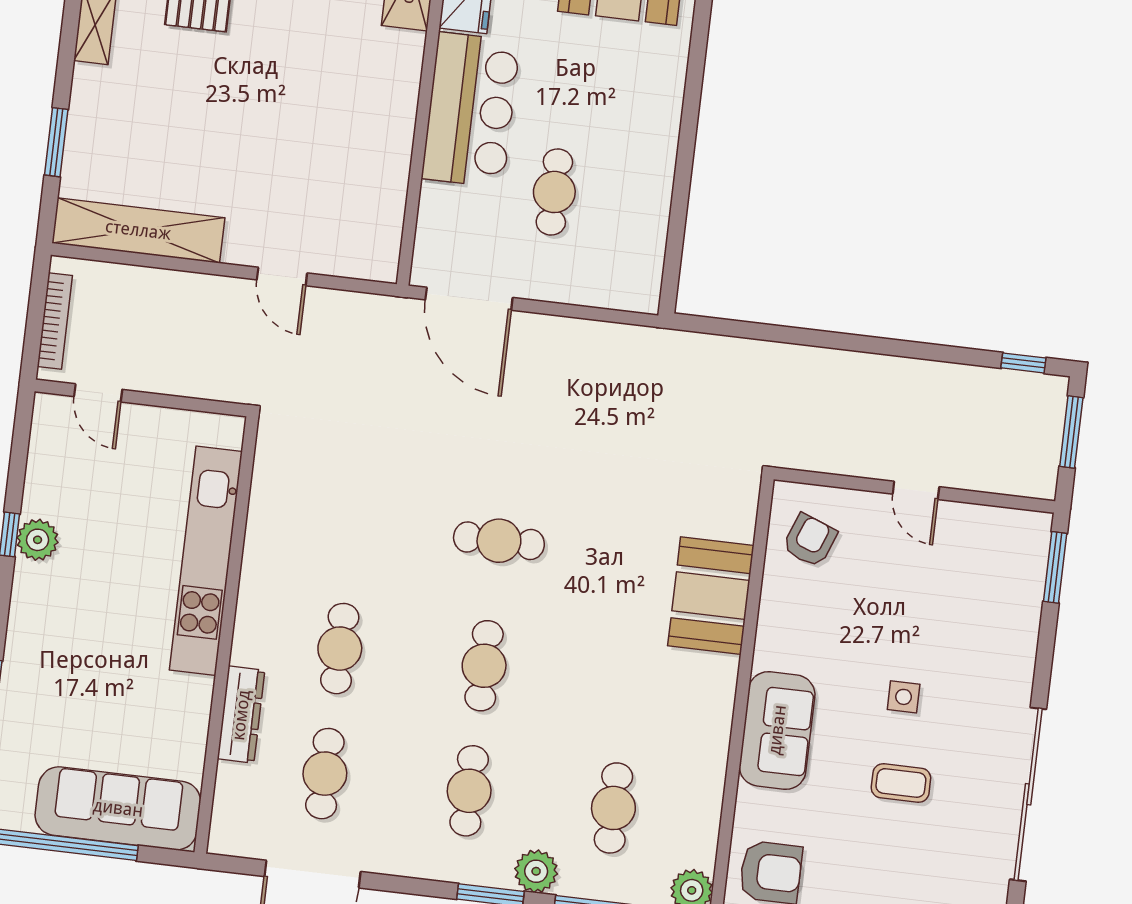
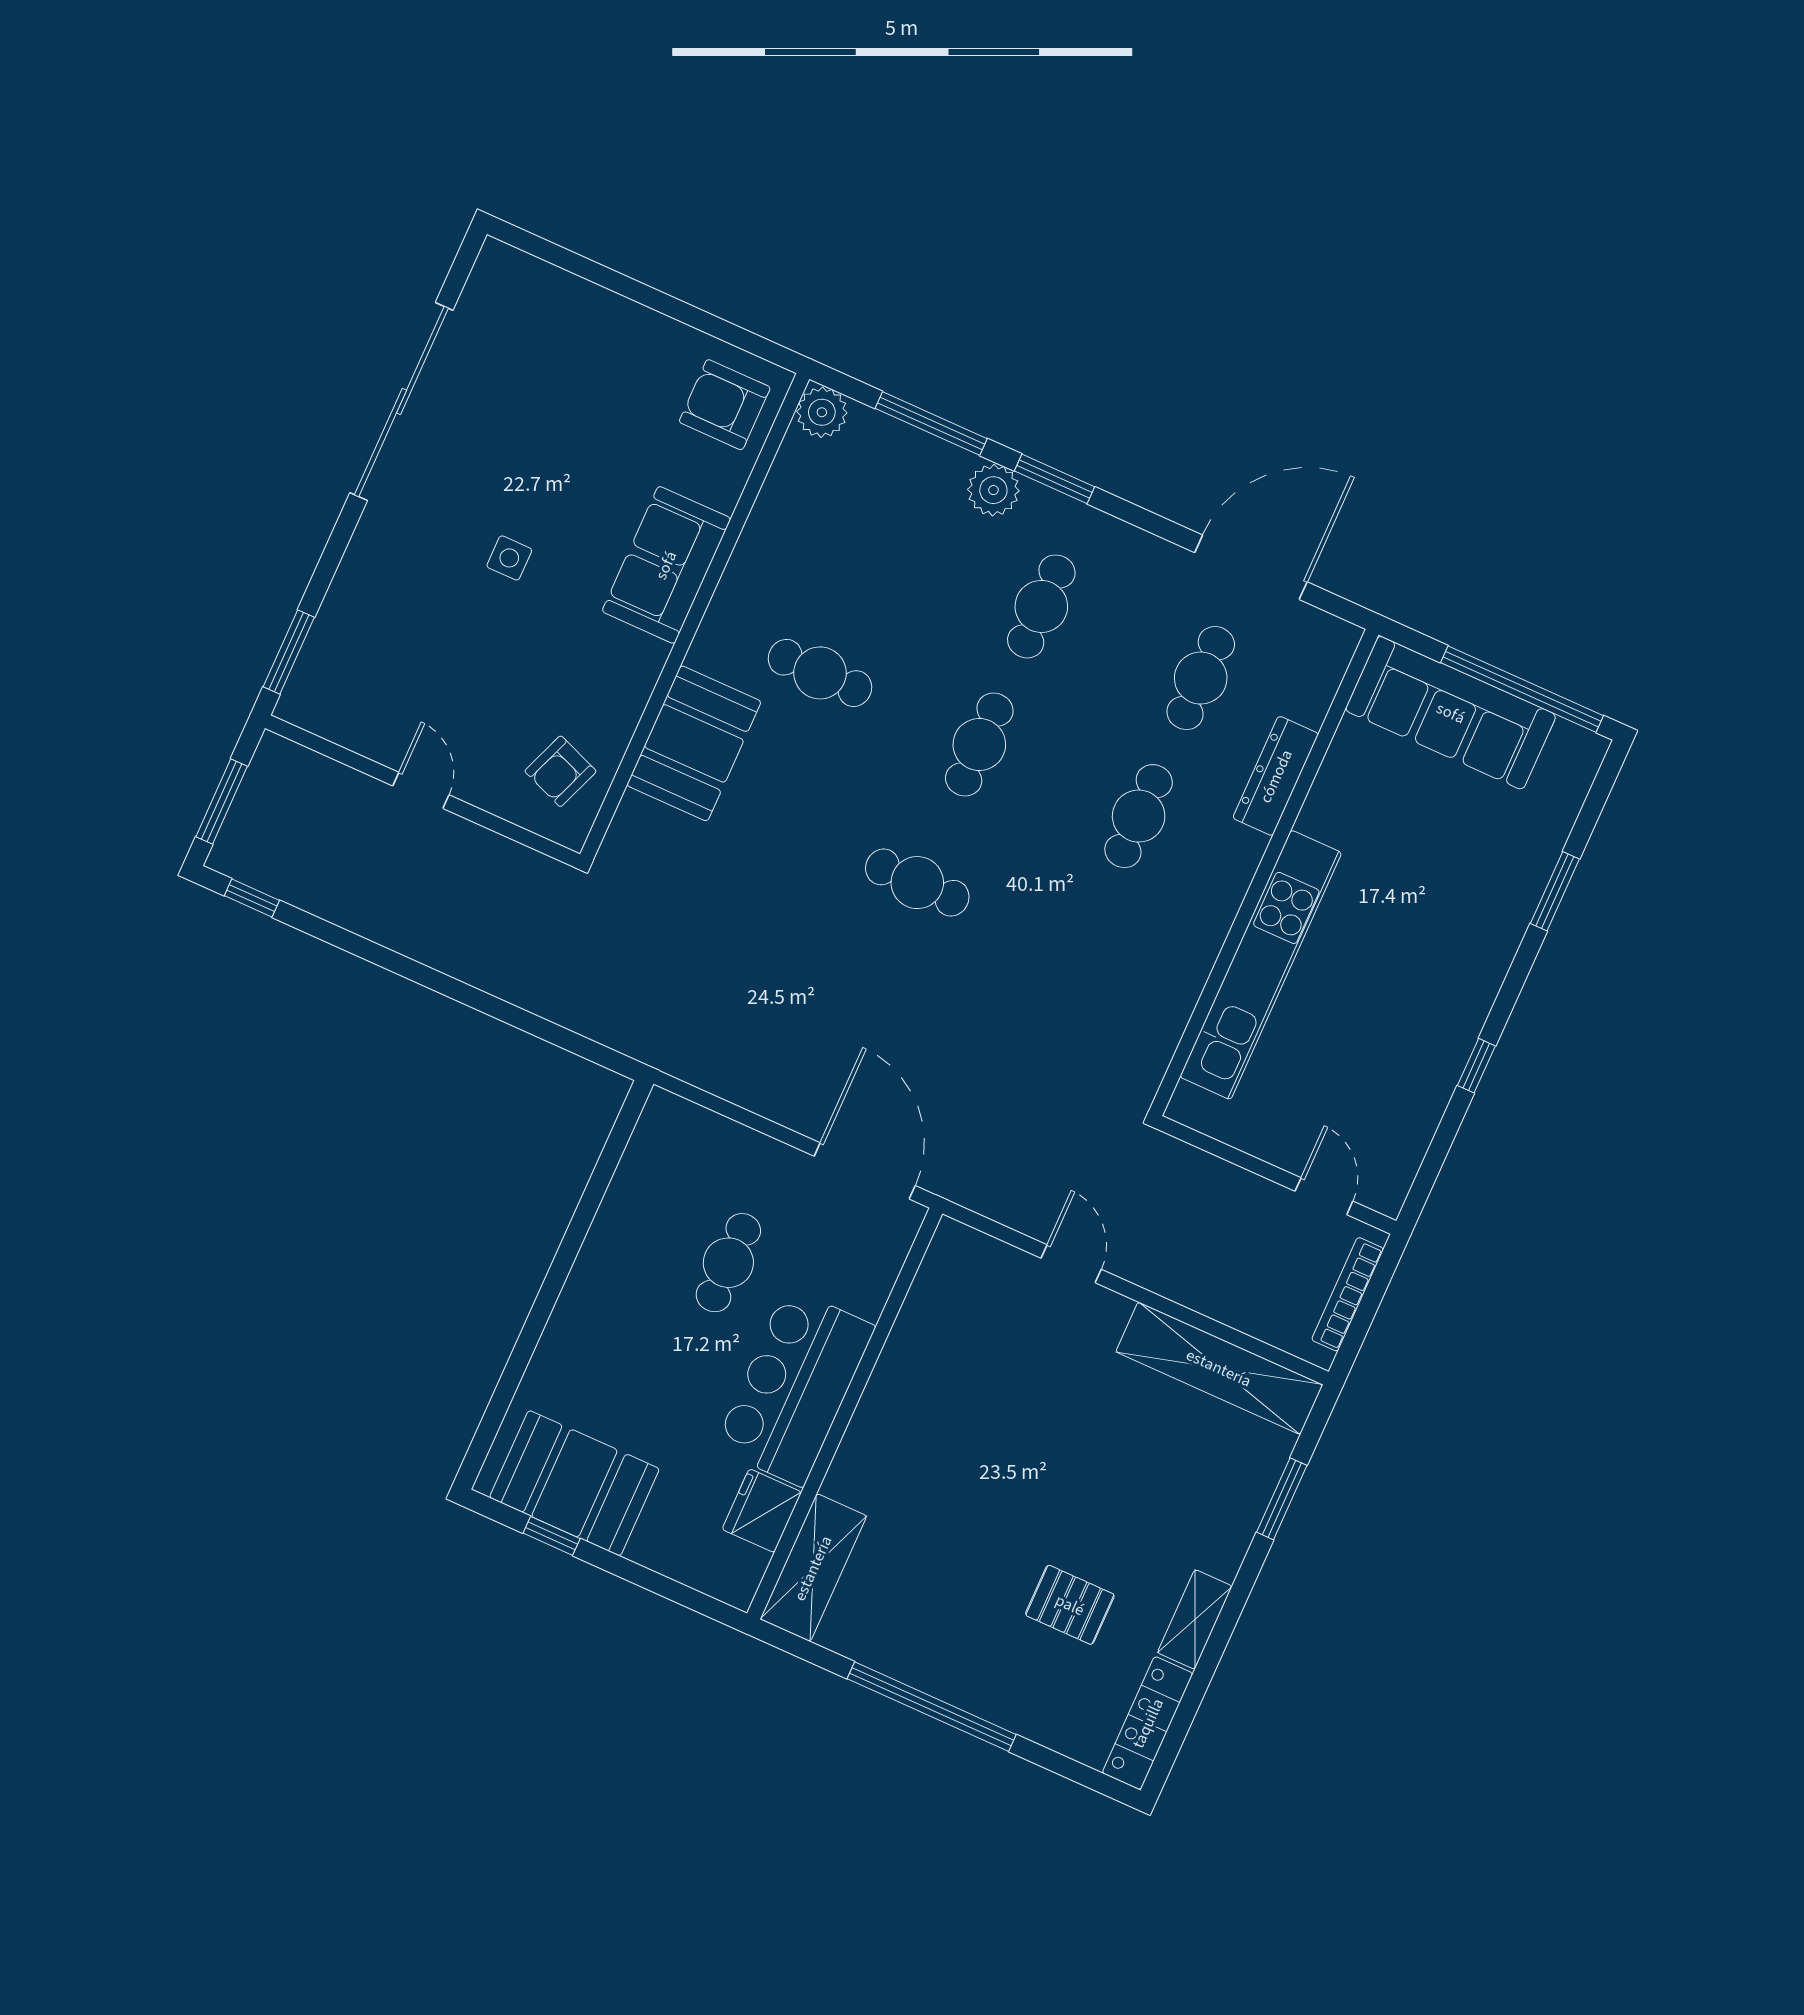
plant: (38, 540) -> (1446, 1049), removed
coffee table: (901, 783) -> (543, 460), removed
cafe table: (613, 808) -> (820, 673), moved, turned 90

